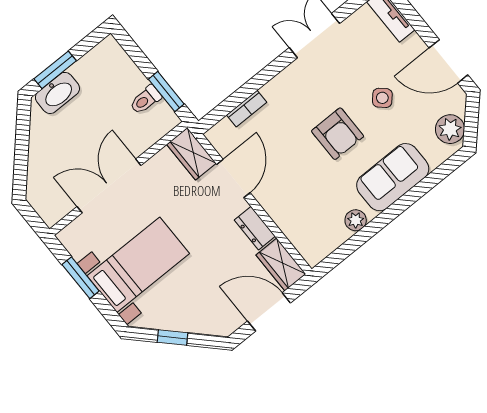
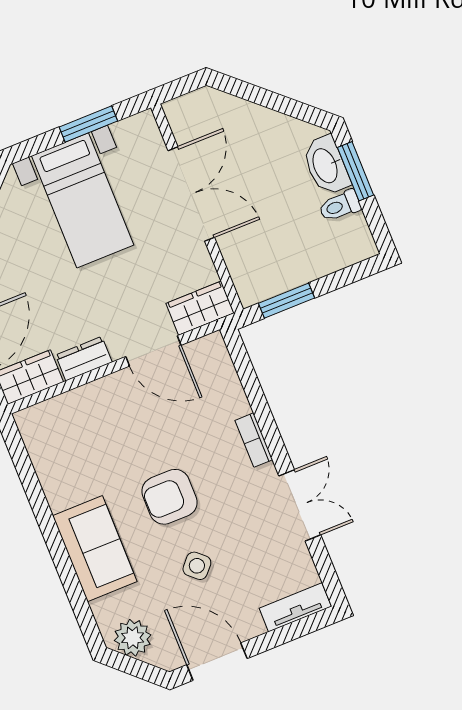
door: (449, 61) -> (217, 662), hinge flipped
toilet: (145, 100) -> (340, 206), moved, turned -90
bookcase: (247, 109) -> (254, 440), moved
plant: (356, 220) -> (55, 486), removed

